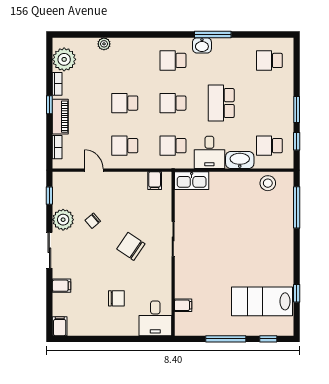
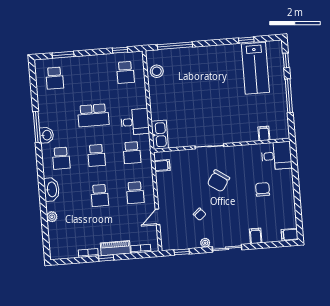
plant: (64, 59) -> (67, 249), removed
window: (297, 109) -> (63, 55), moved
washbasin: (240, 160) -> (52, 189), moved, turned 180
plant: (63, 220) -> (205, 243), width x0.53, depth x0.53

